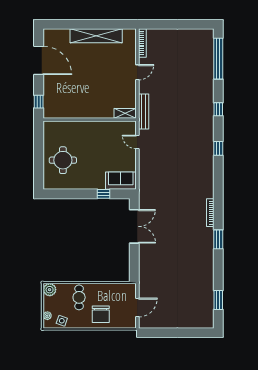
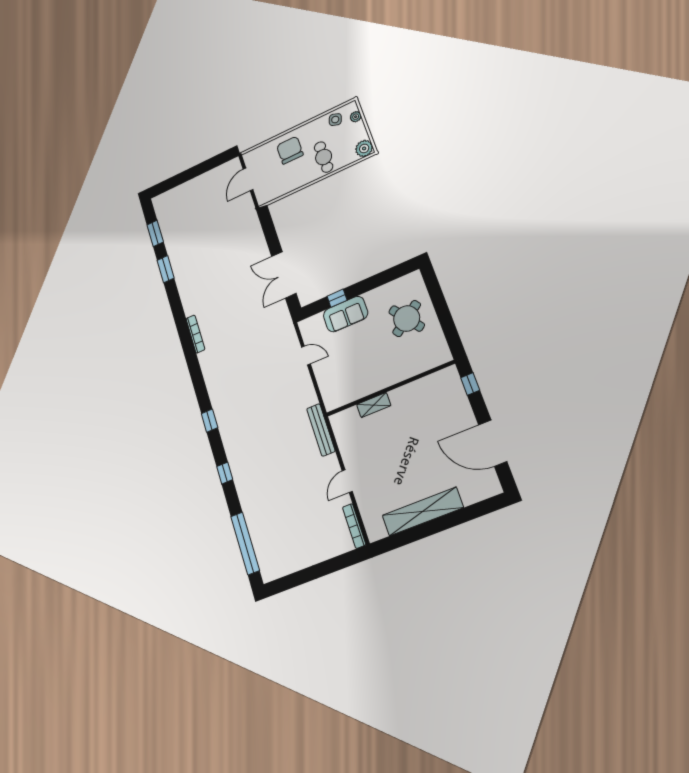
shelving: (125, 113) -> (374, 405), moved
door: (137, 142) -> (306, 356), moved
round table: (63, 160) -> (407, 319), turned -36
sofa: (121, 181) -> (346, 314), moved
window: (218, 239) -> (166, 269), moved

